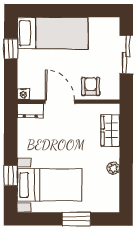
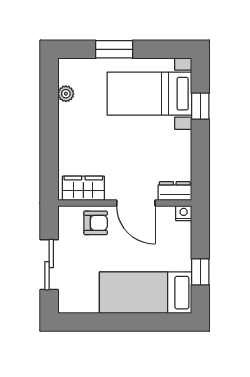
armchair: (91, 86) -> (96, 223), turned -90
wardrobe: (110, 131) -> (83, 188), moved, turned -90
plant: (113, 168) -> (66, 94), moved

